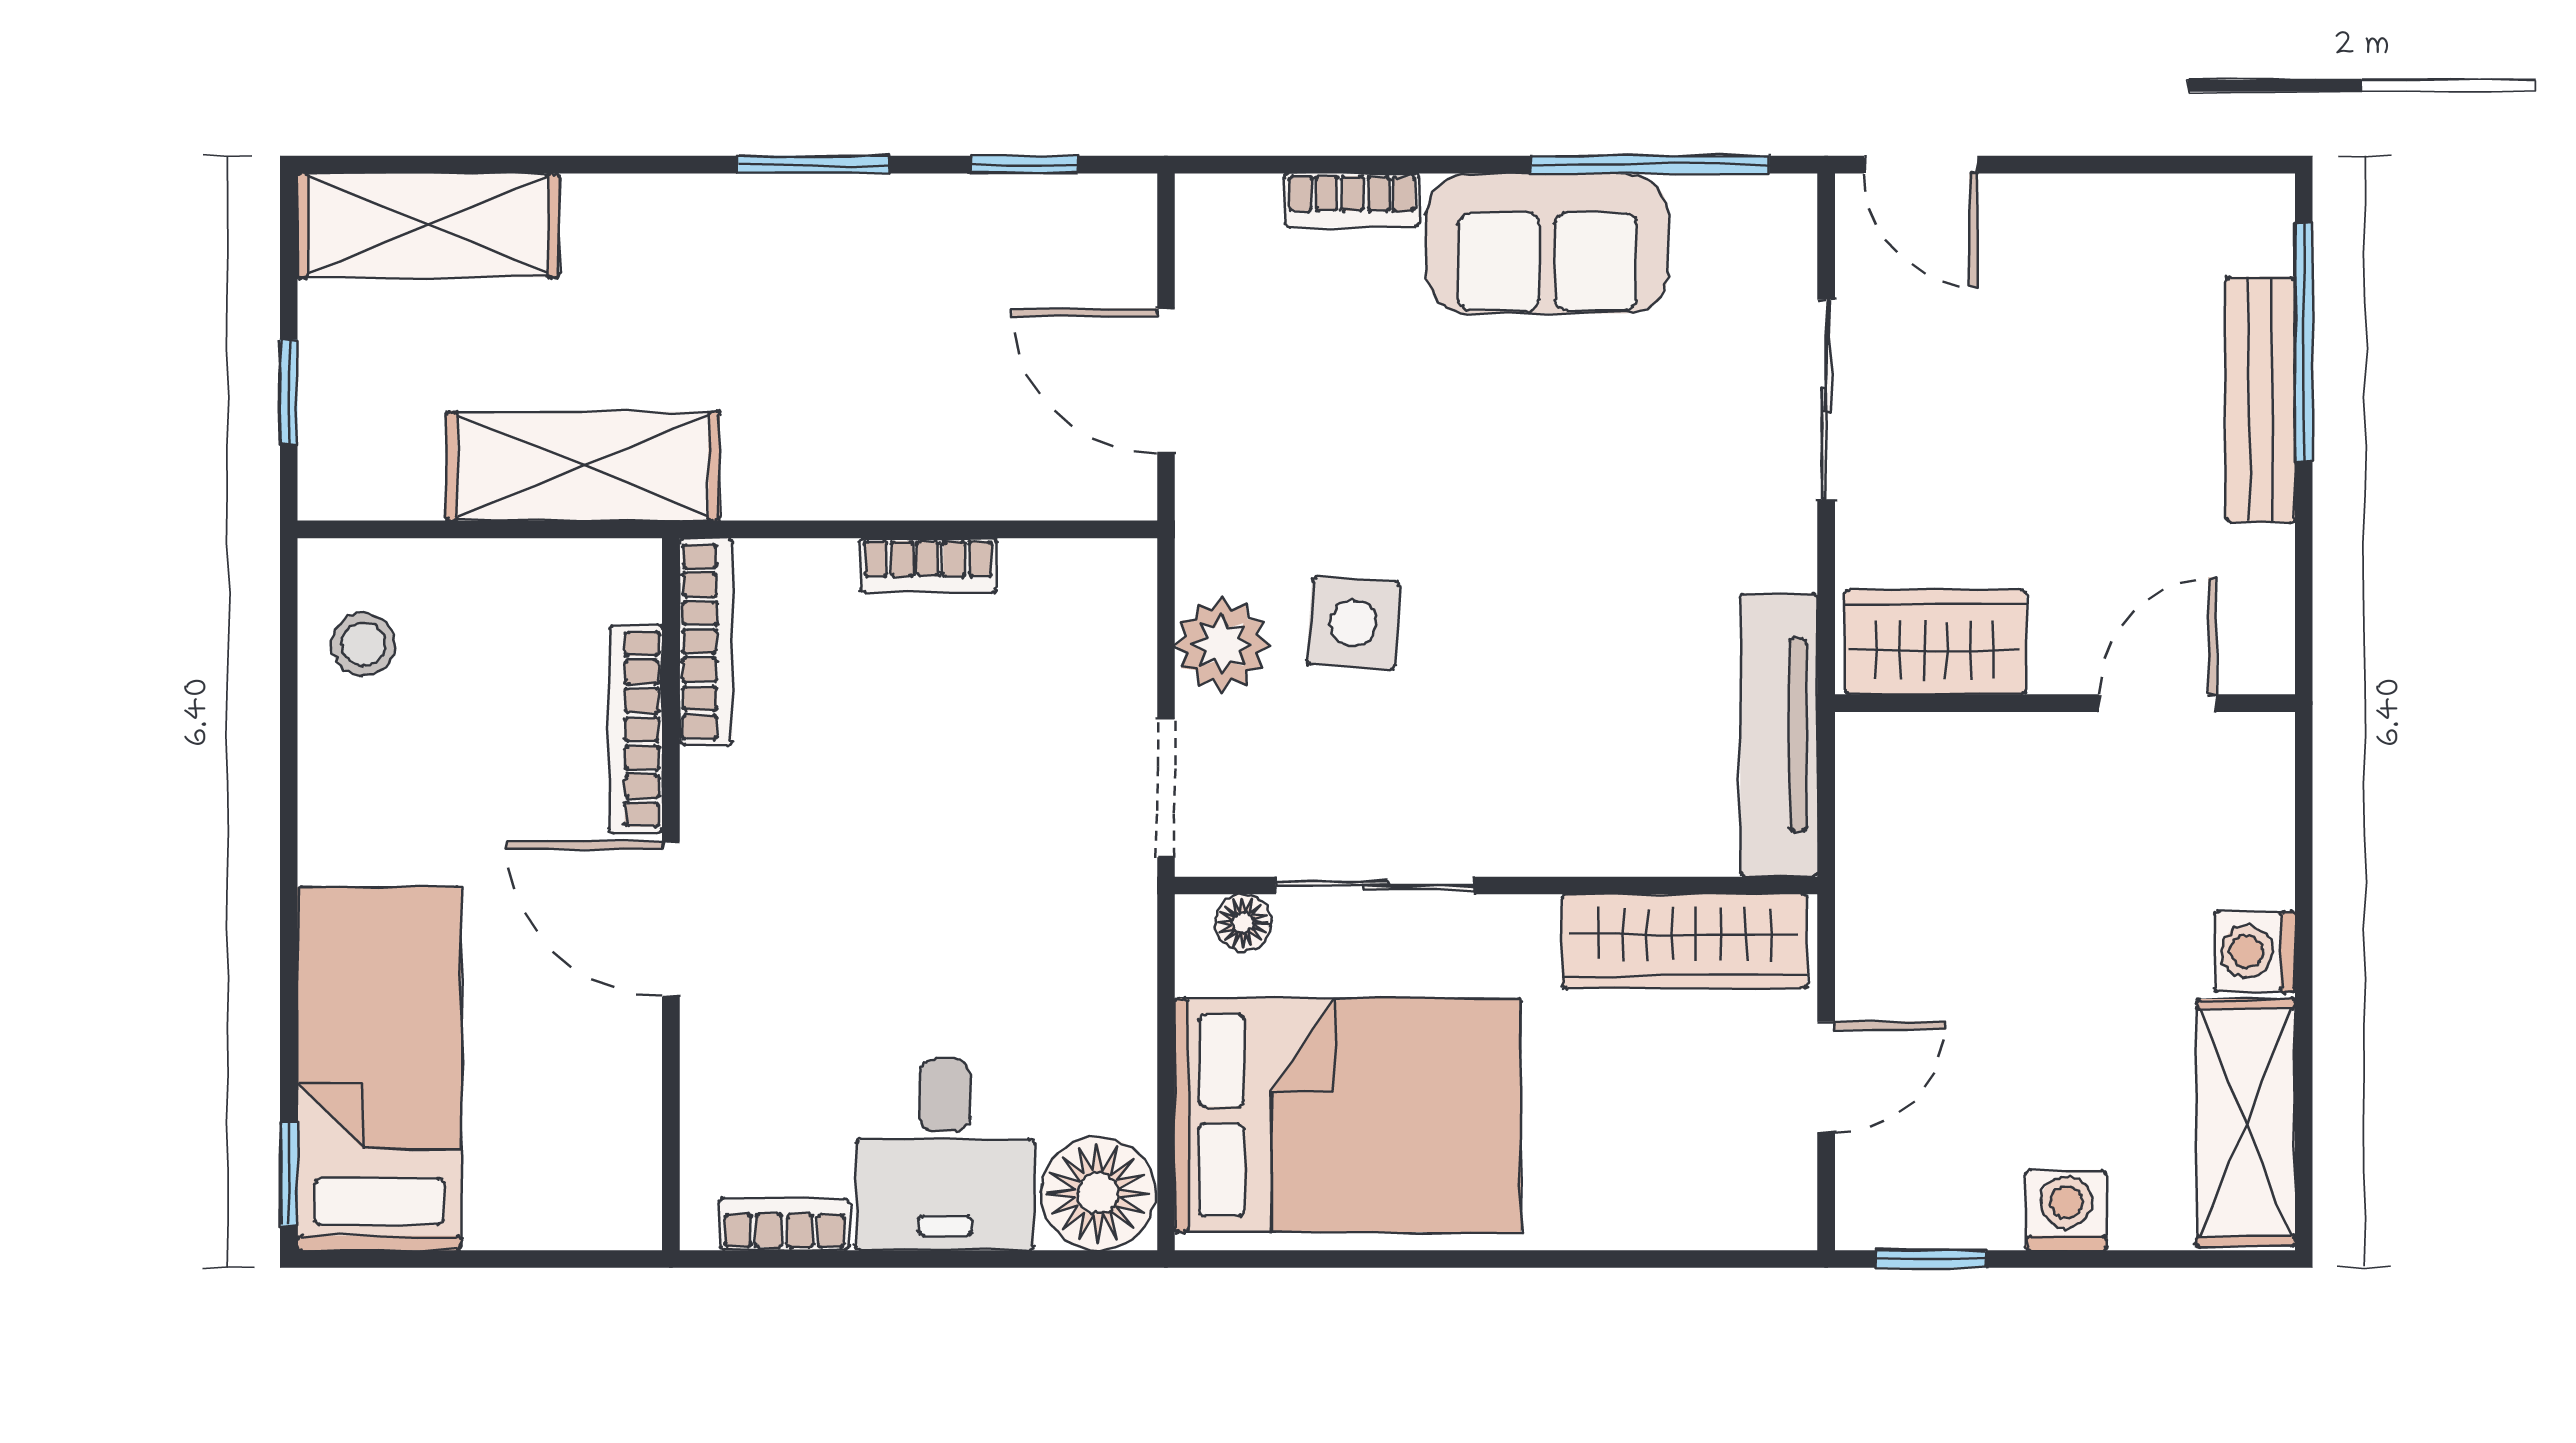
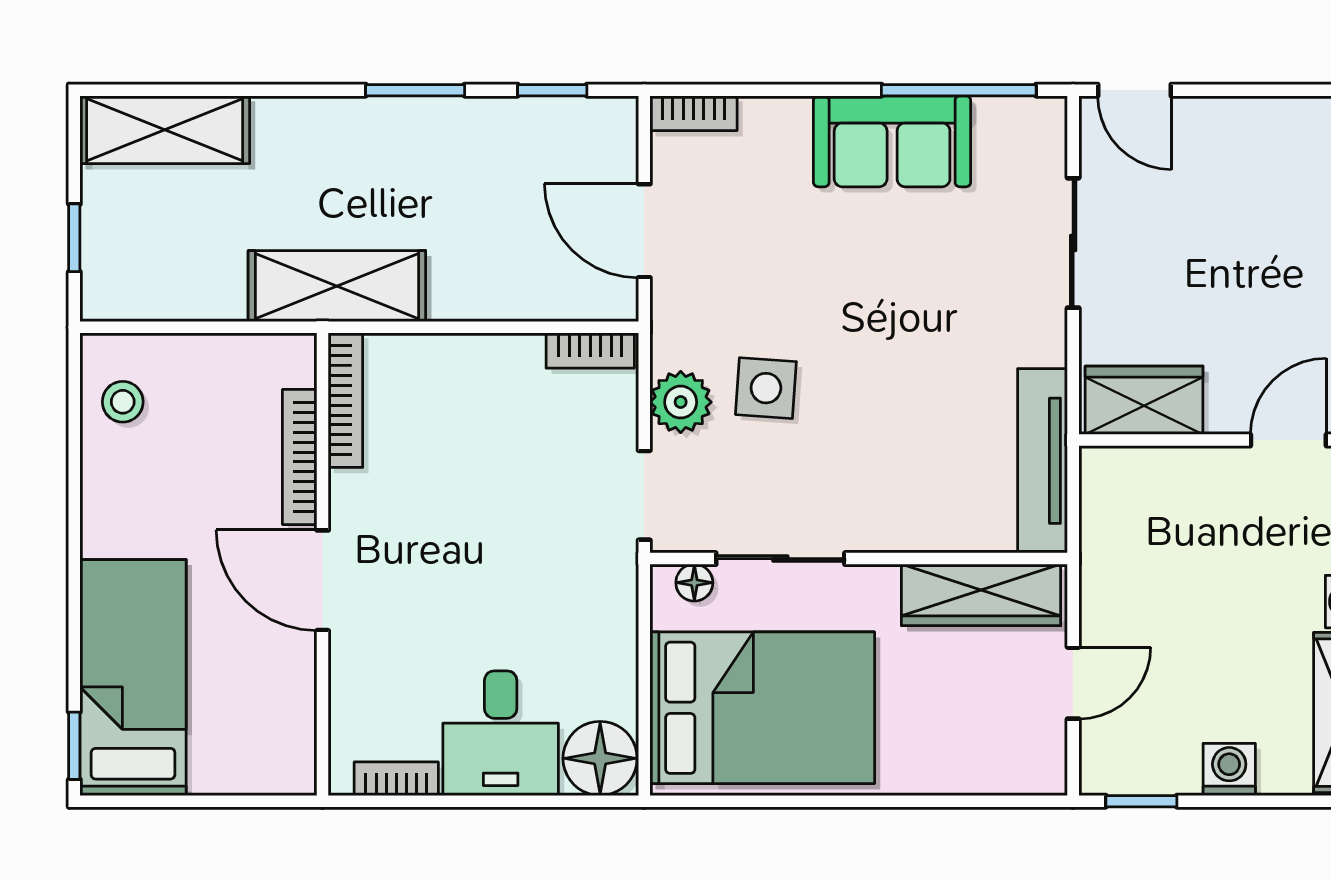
bookcase: (1352, 200) -> (693, 113), moved
shelving: (583, 466) -> (337, 286), moved
bookcase: (928, 565) -> (590, 350), moved

